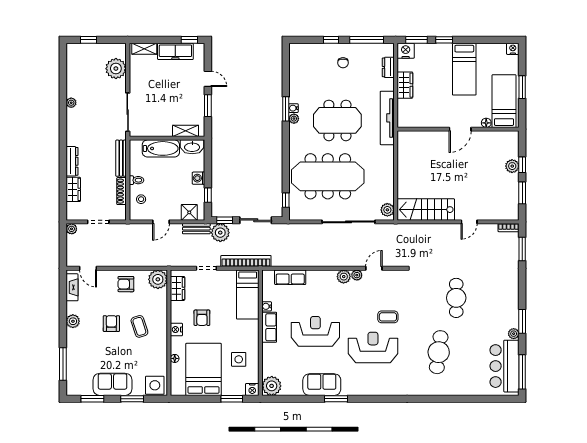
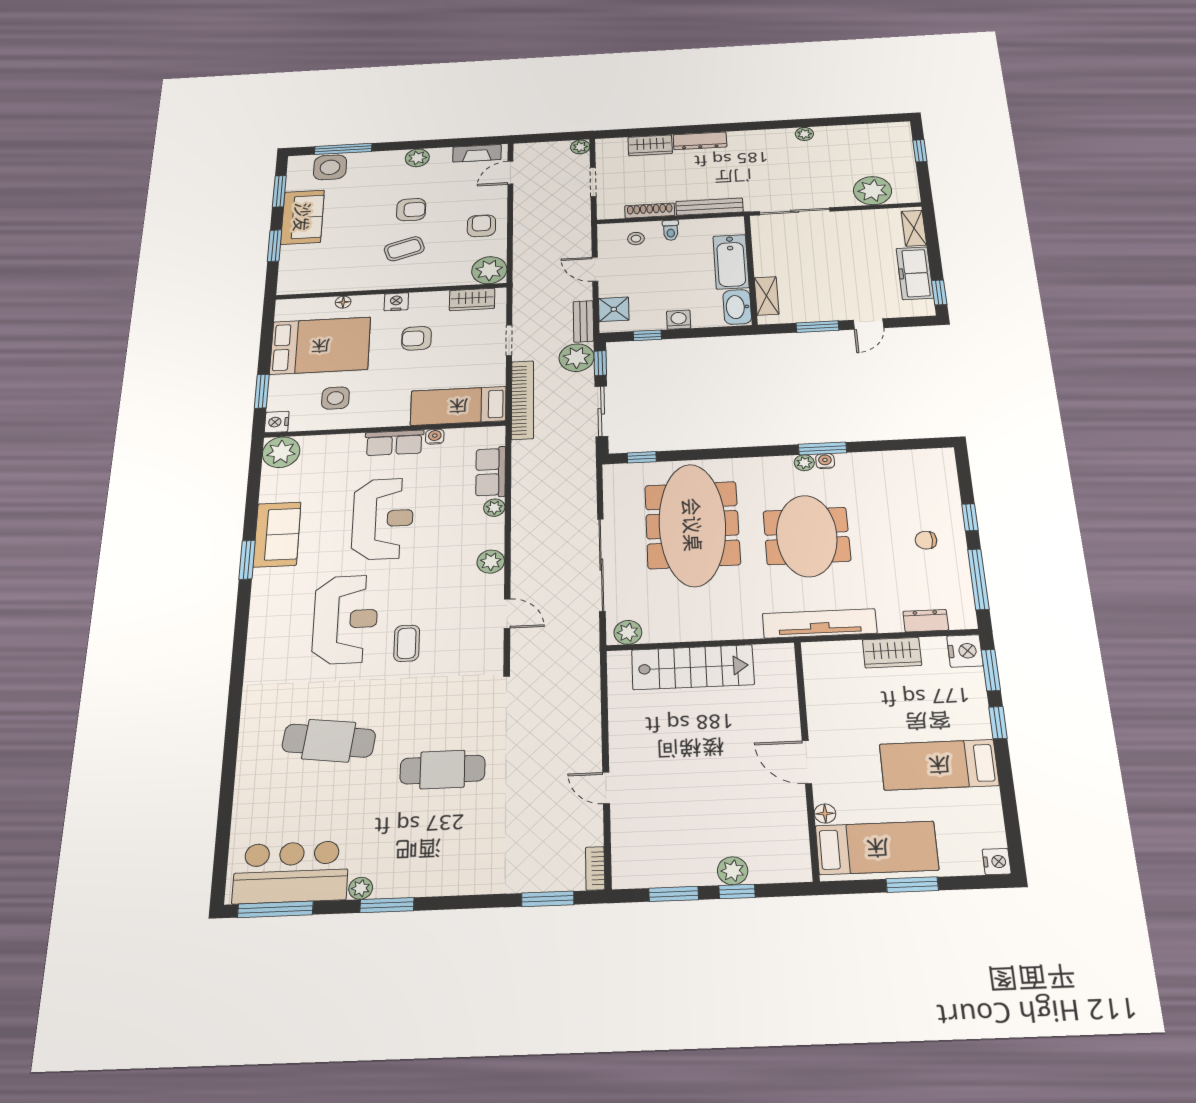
stairs: (426, 210) -> (693, 667), moved, turned 90
plant: (357, 275) -> (494, 508), moved
side table: (155, 385) -> (330, 167), moved

